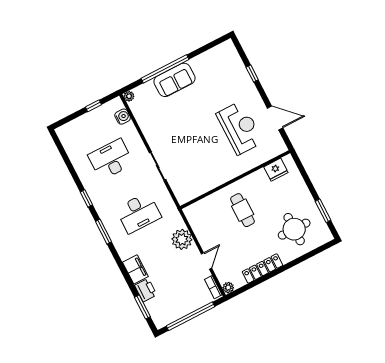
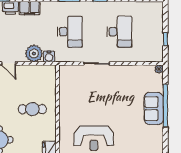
water cooler: (123, 117) -> (49, 57), moved
desk: (138, 213) -> (70, 32), turned 180

